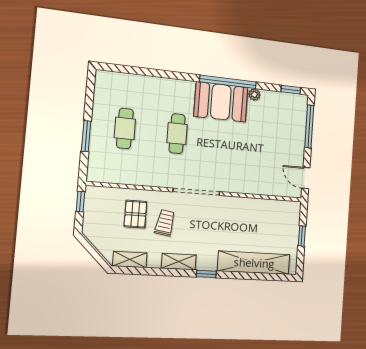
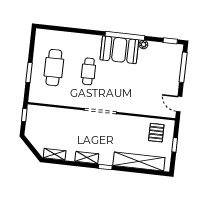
cafe table: (125, 128) -> (54, 68), width x1.37, depth x1.35
pallet: (135, 214) -> (156, 133), moved
trolley: (165, 223) -> (78, 131), removed

